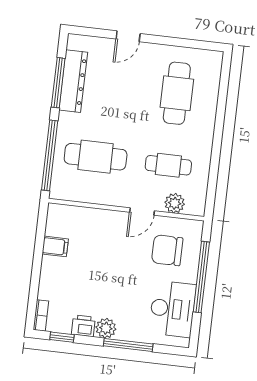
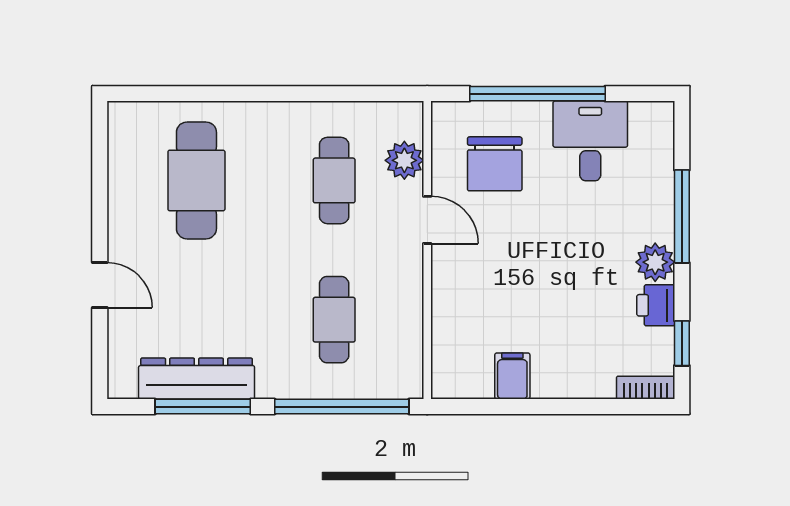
cafe table: (177, 93) -> (196, 180), turned 90
cafe table: (96, 157) -> (334, 320), width x0.73, depth x0.74
desk: (172, 309) -> (590, 141), width x0.73

